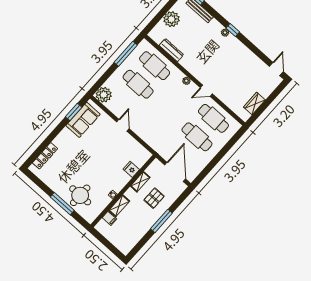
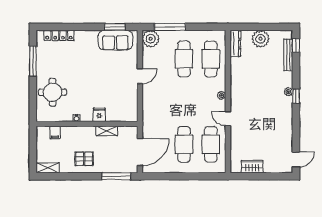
dresser: (171, 50) -> (235, 44), moved
window: (126, 54) -> (170, 27), moved
fridge: (131, 169) -> (99, 115), moved
pallet: (154, 198) -> (84, 159), moved
window: (62, 204) -> (33, 61), moved
shelving: (119, 206) -> (48, 168), moved
window: (161, 221) -> (116, 176), moved

